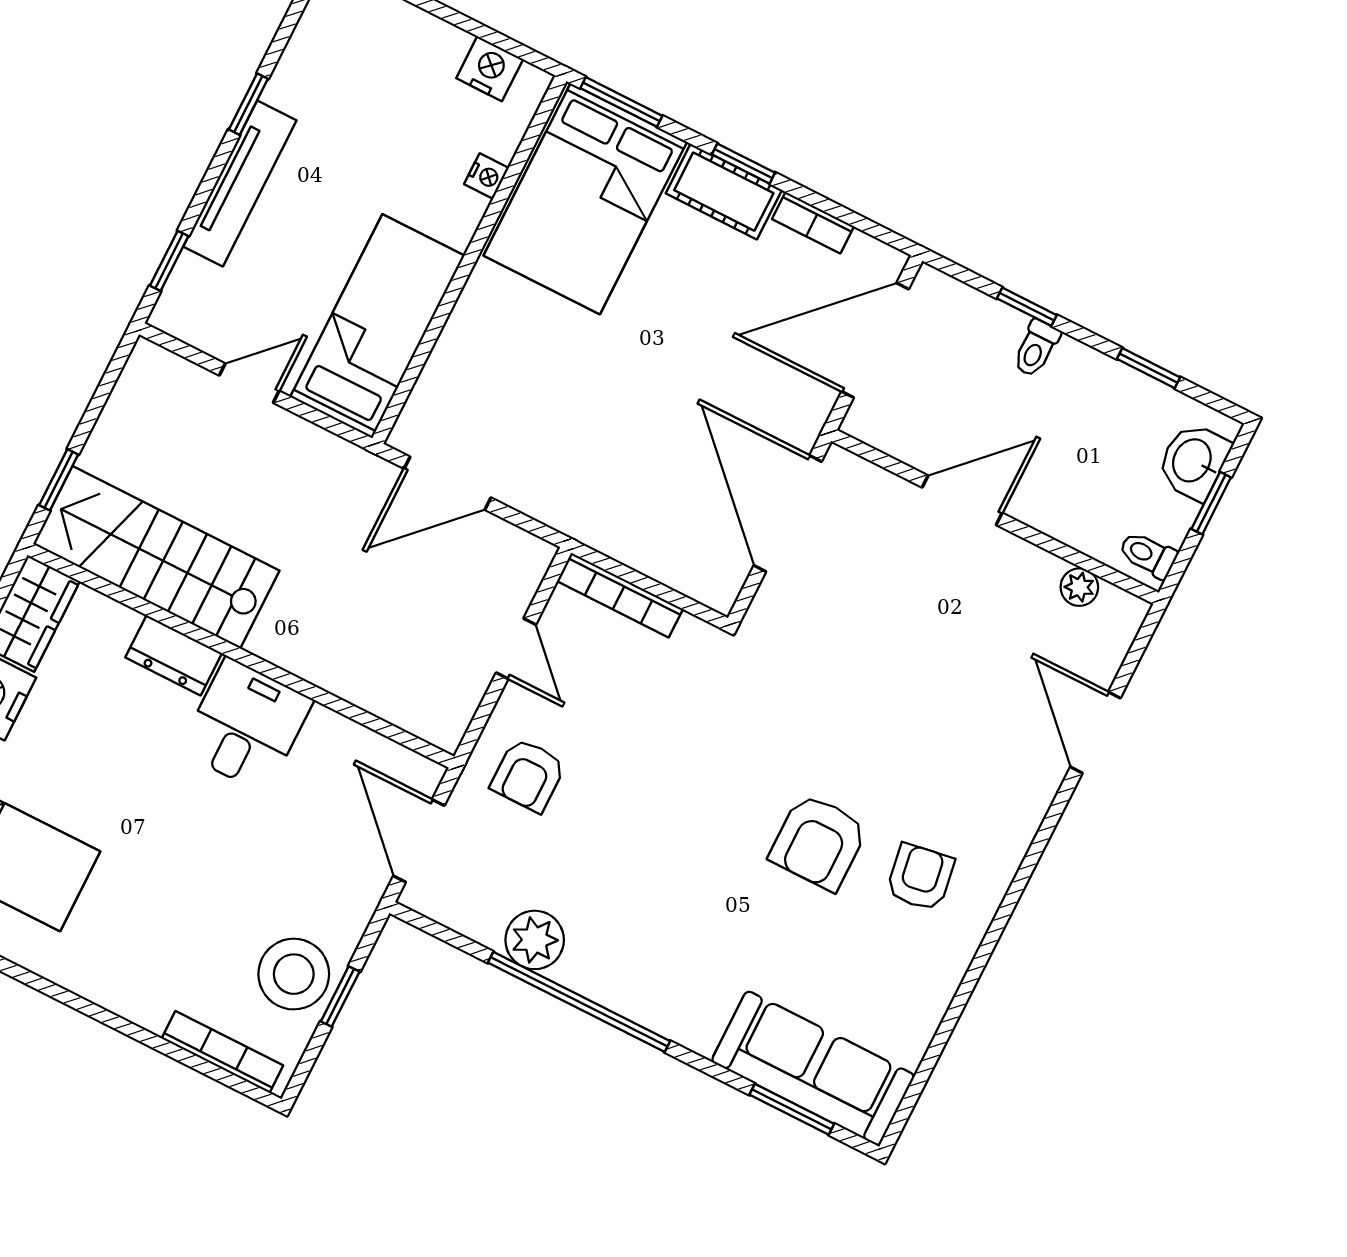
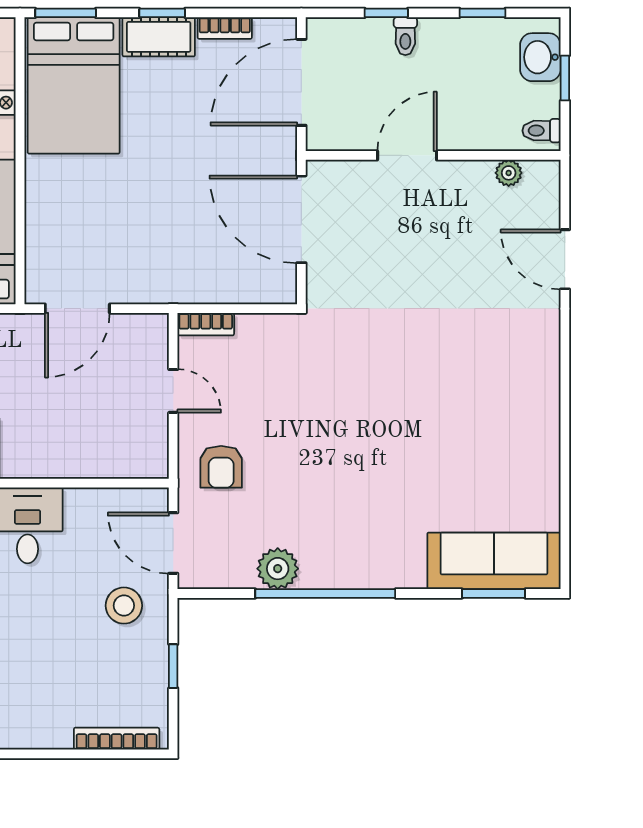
bookcase: (620, 595) -> (206, 324), width x0.64
armchair: (819, 842) -> (425, 417), removed
armchair: (920, 877) -> (501, 406), removed
stool: (294, 974) -> (124, 606), moved, width x0.73, depth x0.73

